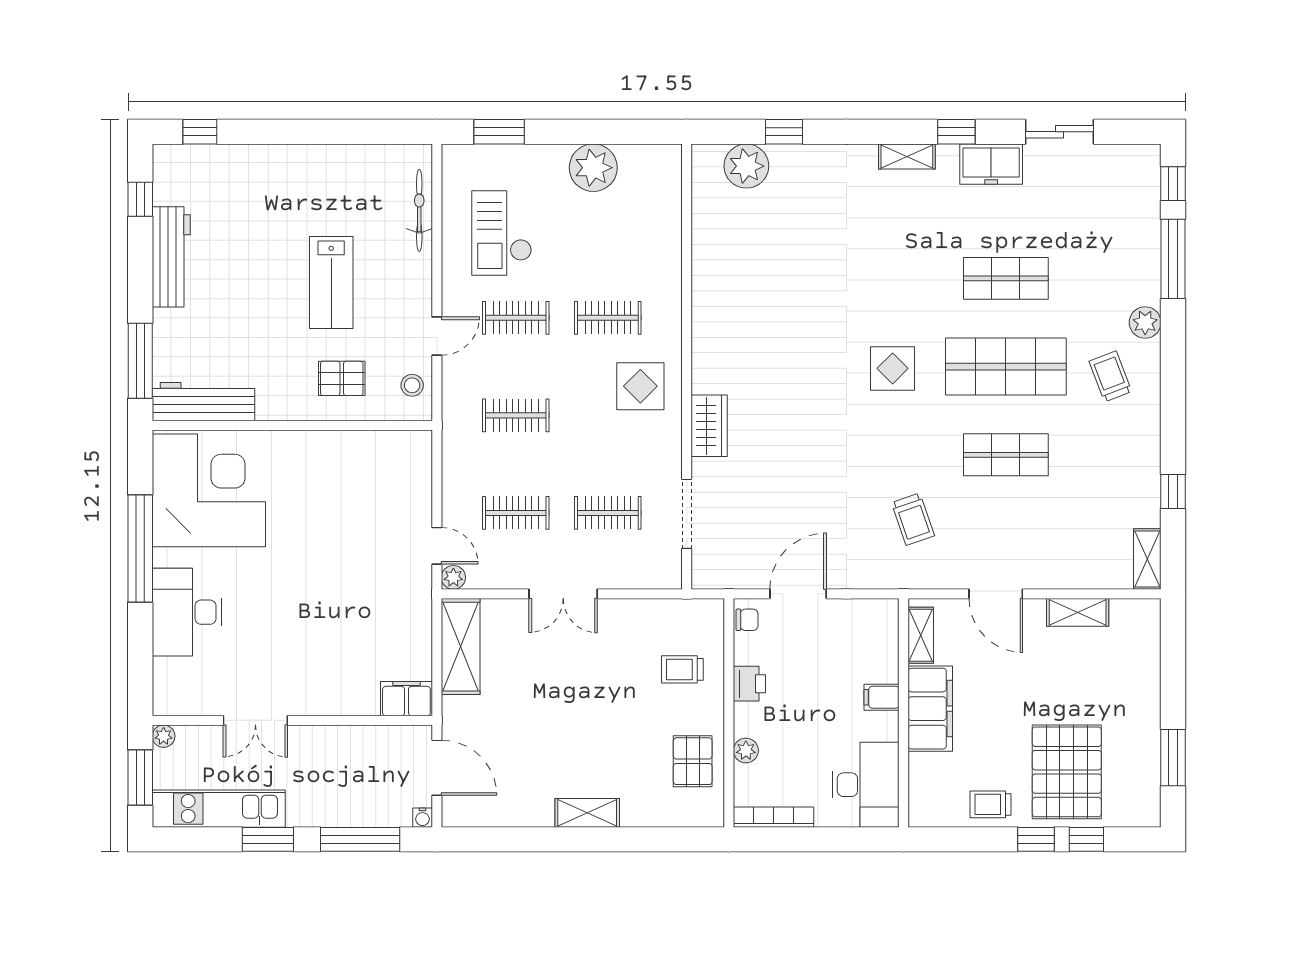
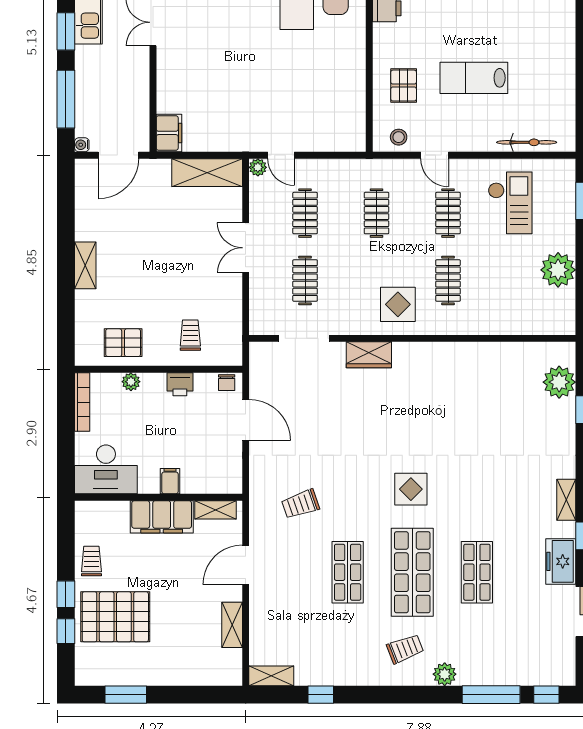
checkout: (502, 233) -> (510, 203), turned 90
door: (437, 546) -> (281, 155), hinge flipped

